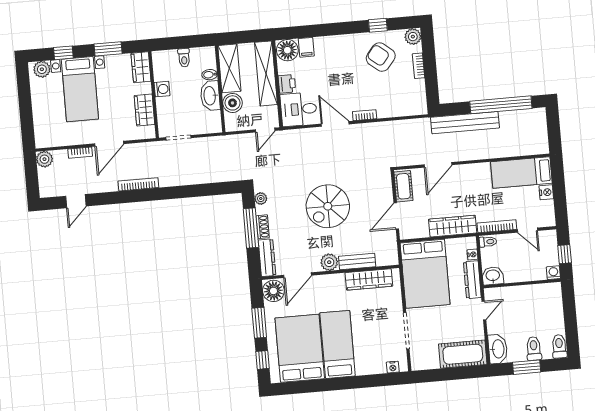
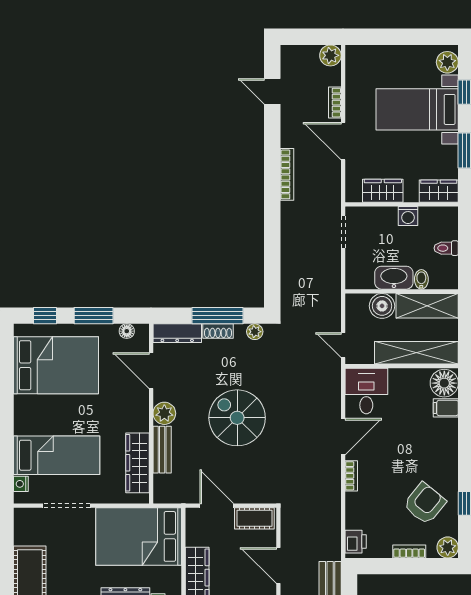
printer: (287, 84) -> (356, 542), moved, turned -90
floor lamp: (273, 291) -> (127, 331), width x0.53, depth x0.53
bed: (338, 344) -> (57, 455), moved

